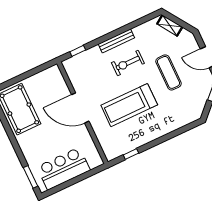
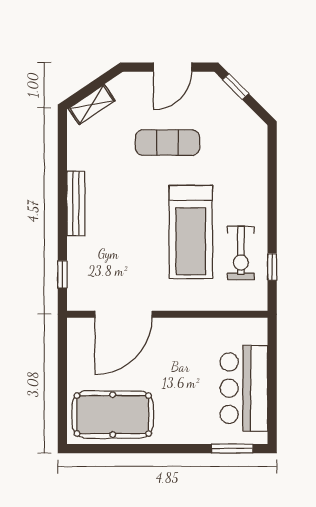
exercise bike: (128, 63) -> (241, 253), moved
door: (80, 108) -> (123, 314), moved

